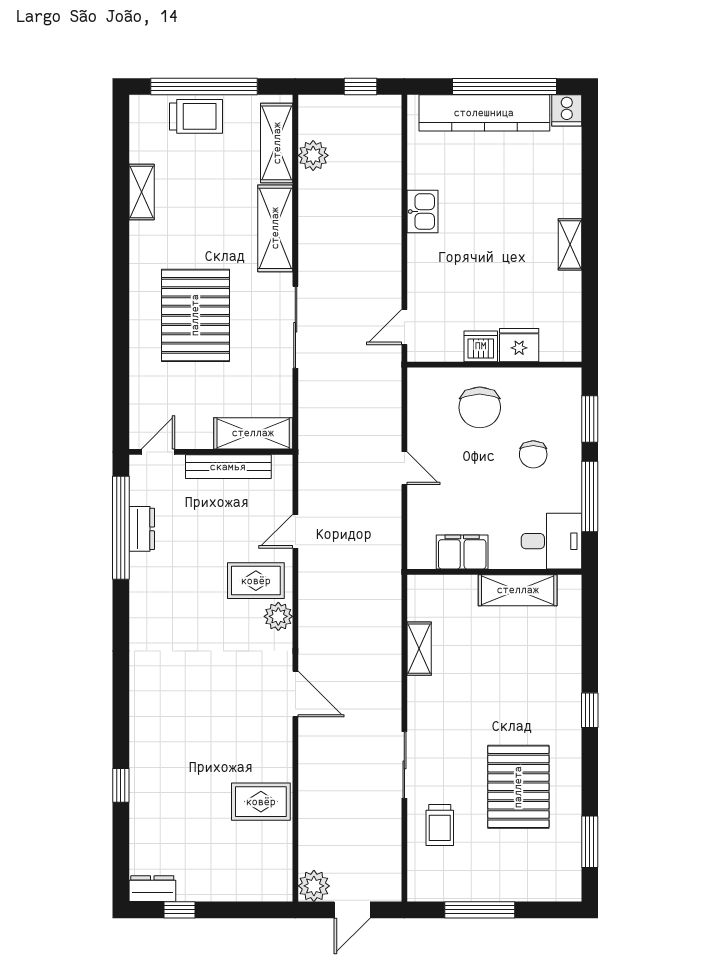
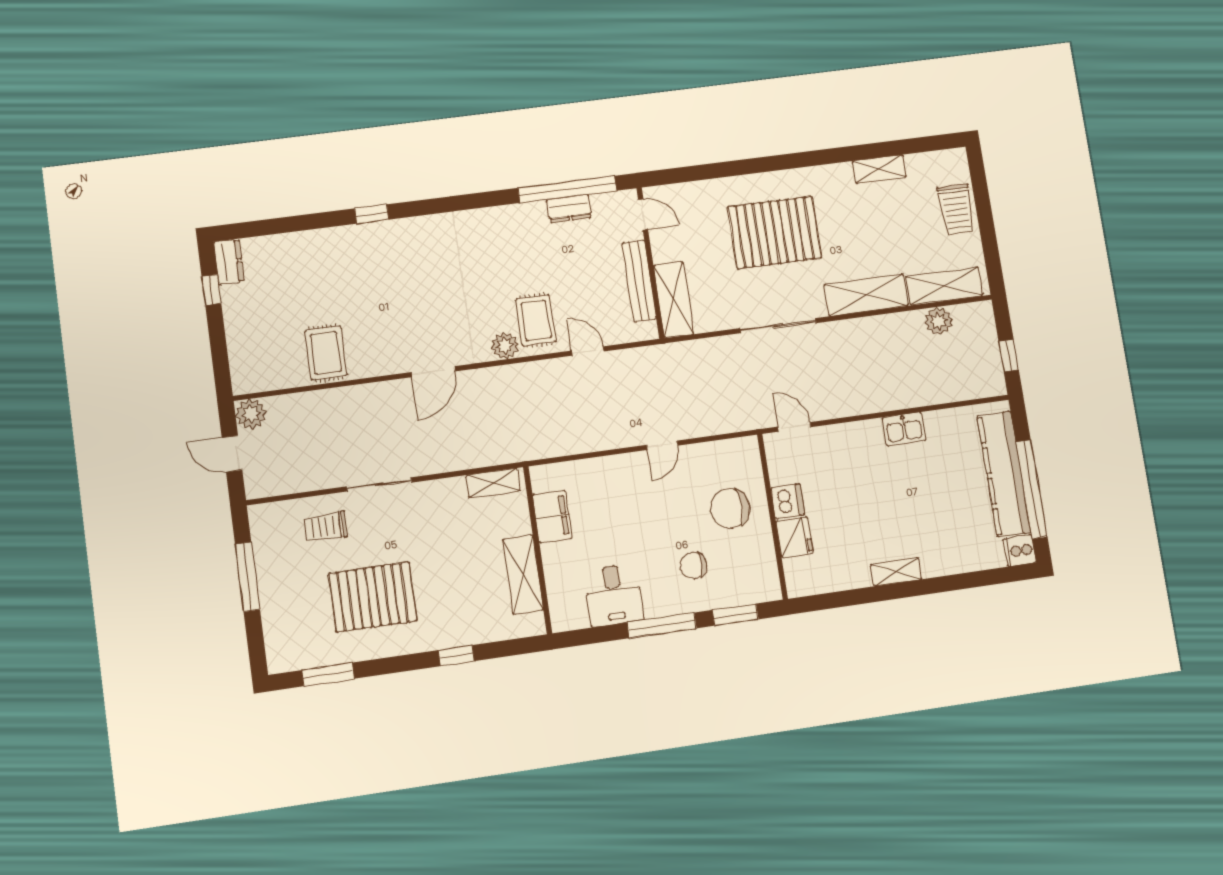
window: (204, 86) -> (984, 213), removed
filing cabinet: (462, 552) -> (552, 516), moved
wall: (494, 572) -> (538, 550), moved
shelving: (518, 590) -> (523, 575), moved
window: (121, 785) -> (372, 214), moved

